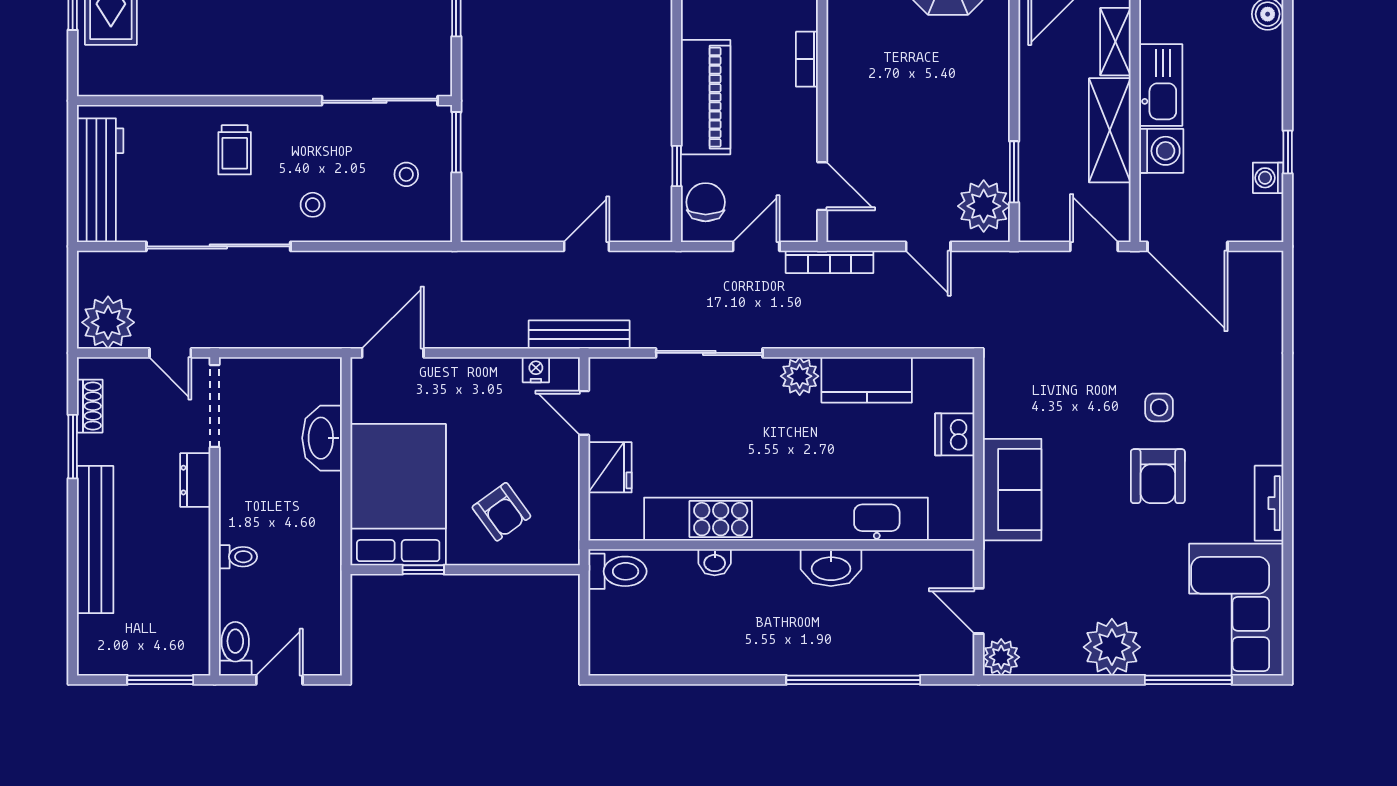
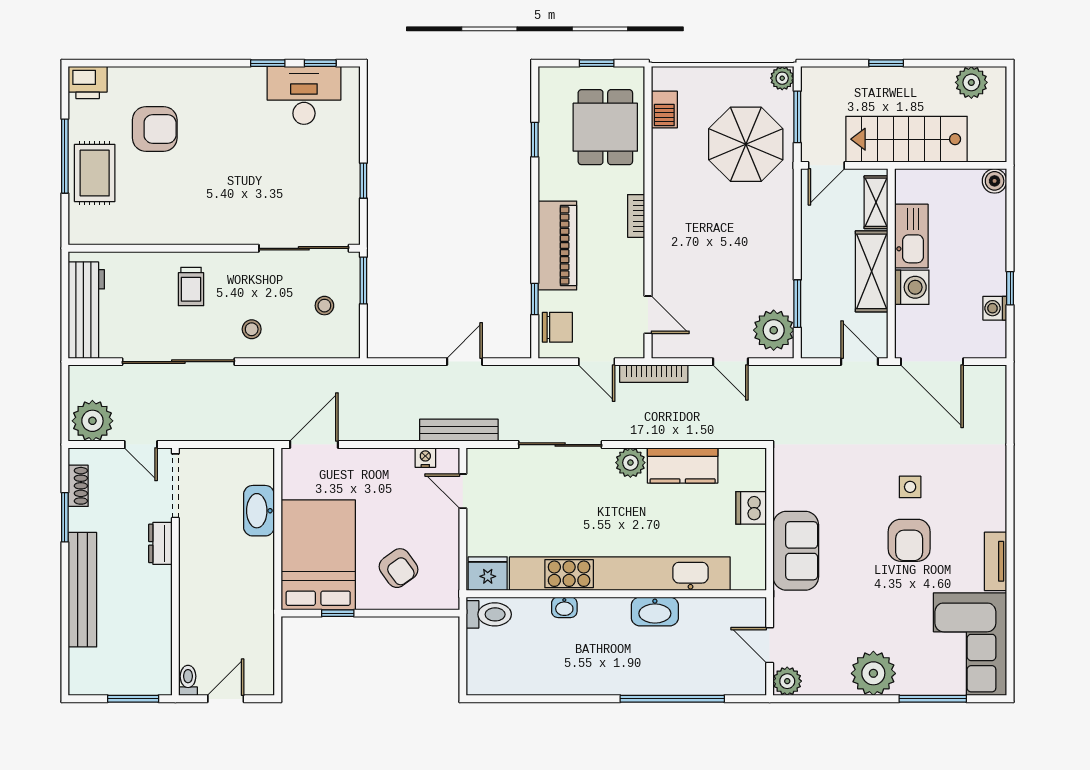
chair: (706, 202) -> (557, 327), turned 90
door: (756, 246) -> (597, 362), swing flipped
fridge: (610, 467) -> (488, 574), moved, turned -90
toilet: (238, 557) -> (194, 603), removed
toilet: (235, 649) -> (188, 680), width x0.73, depth x0.72

